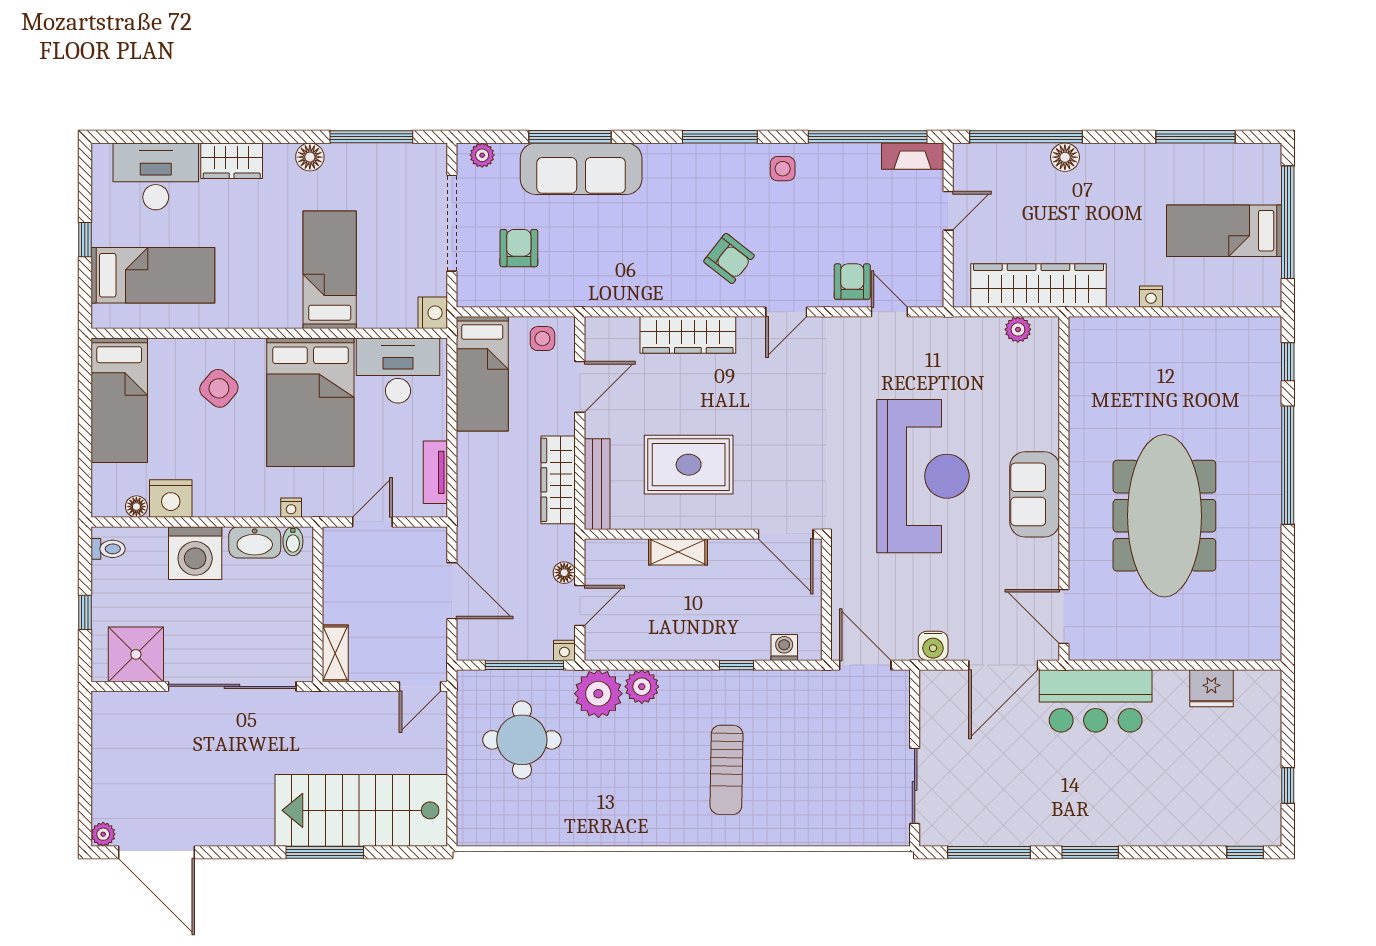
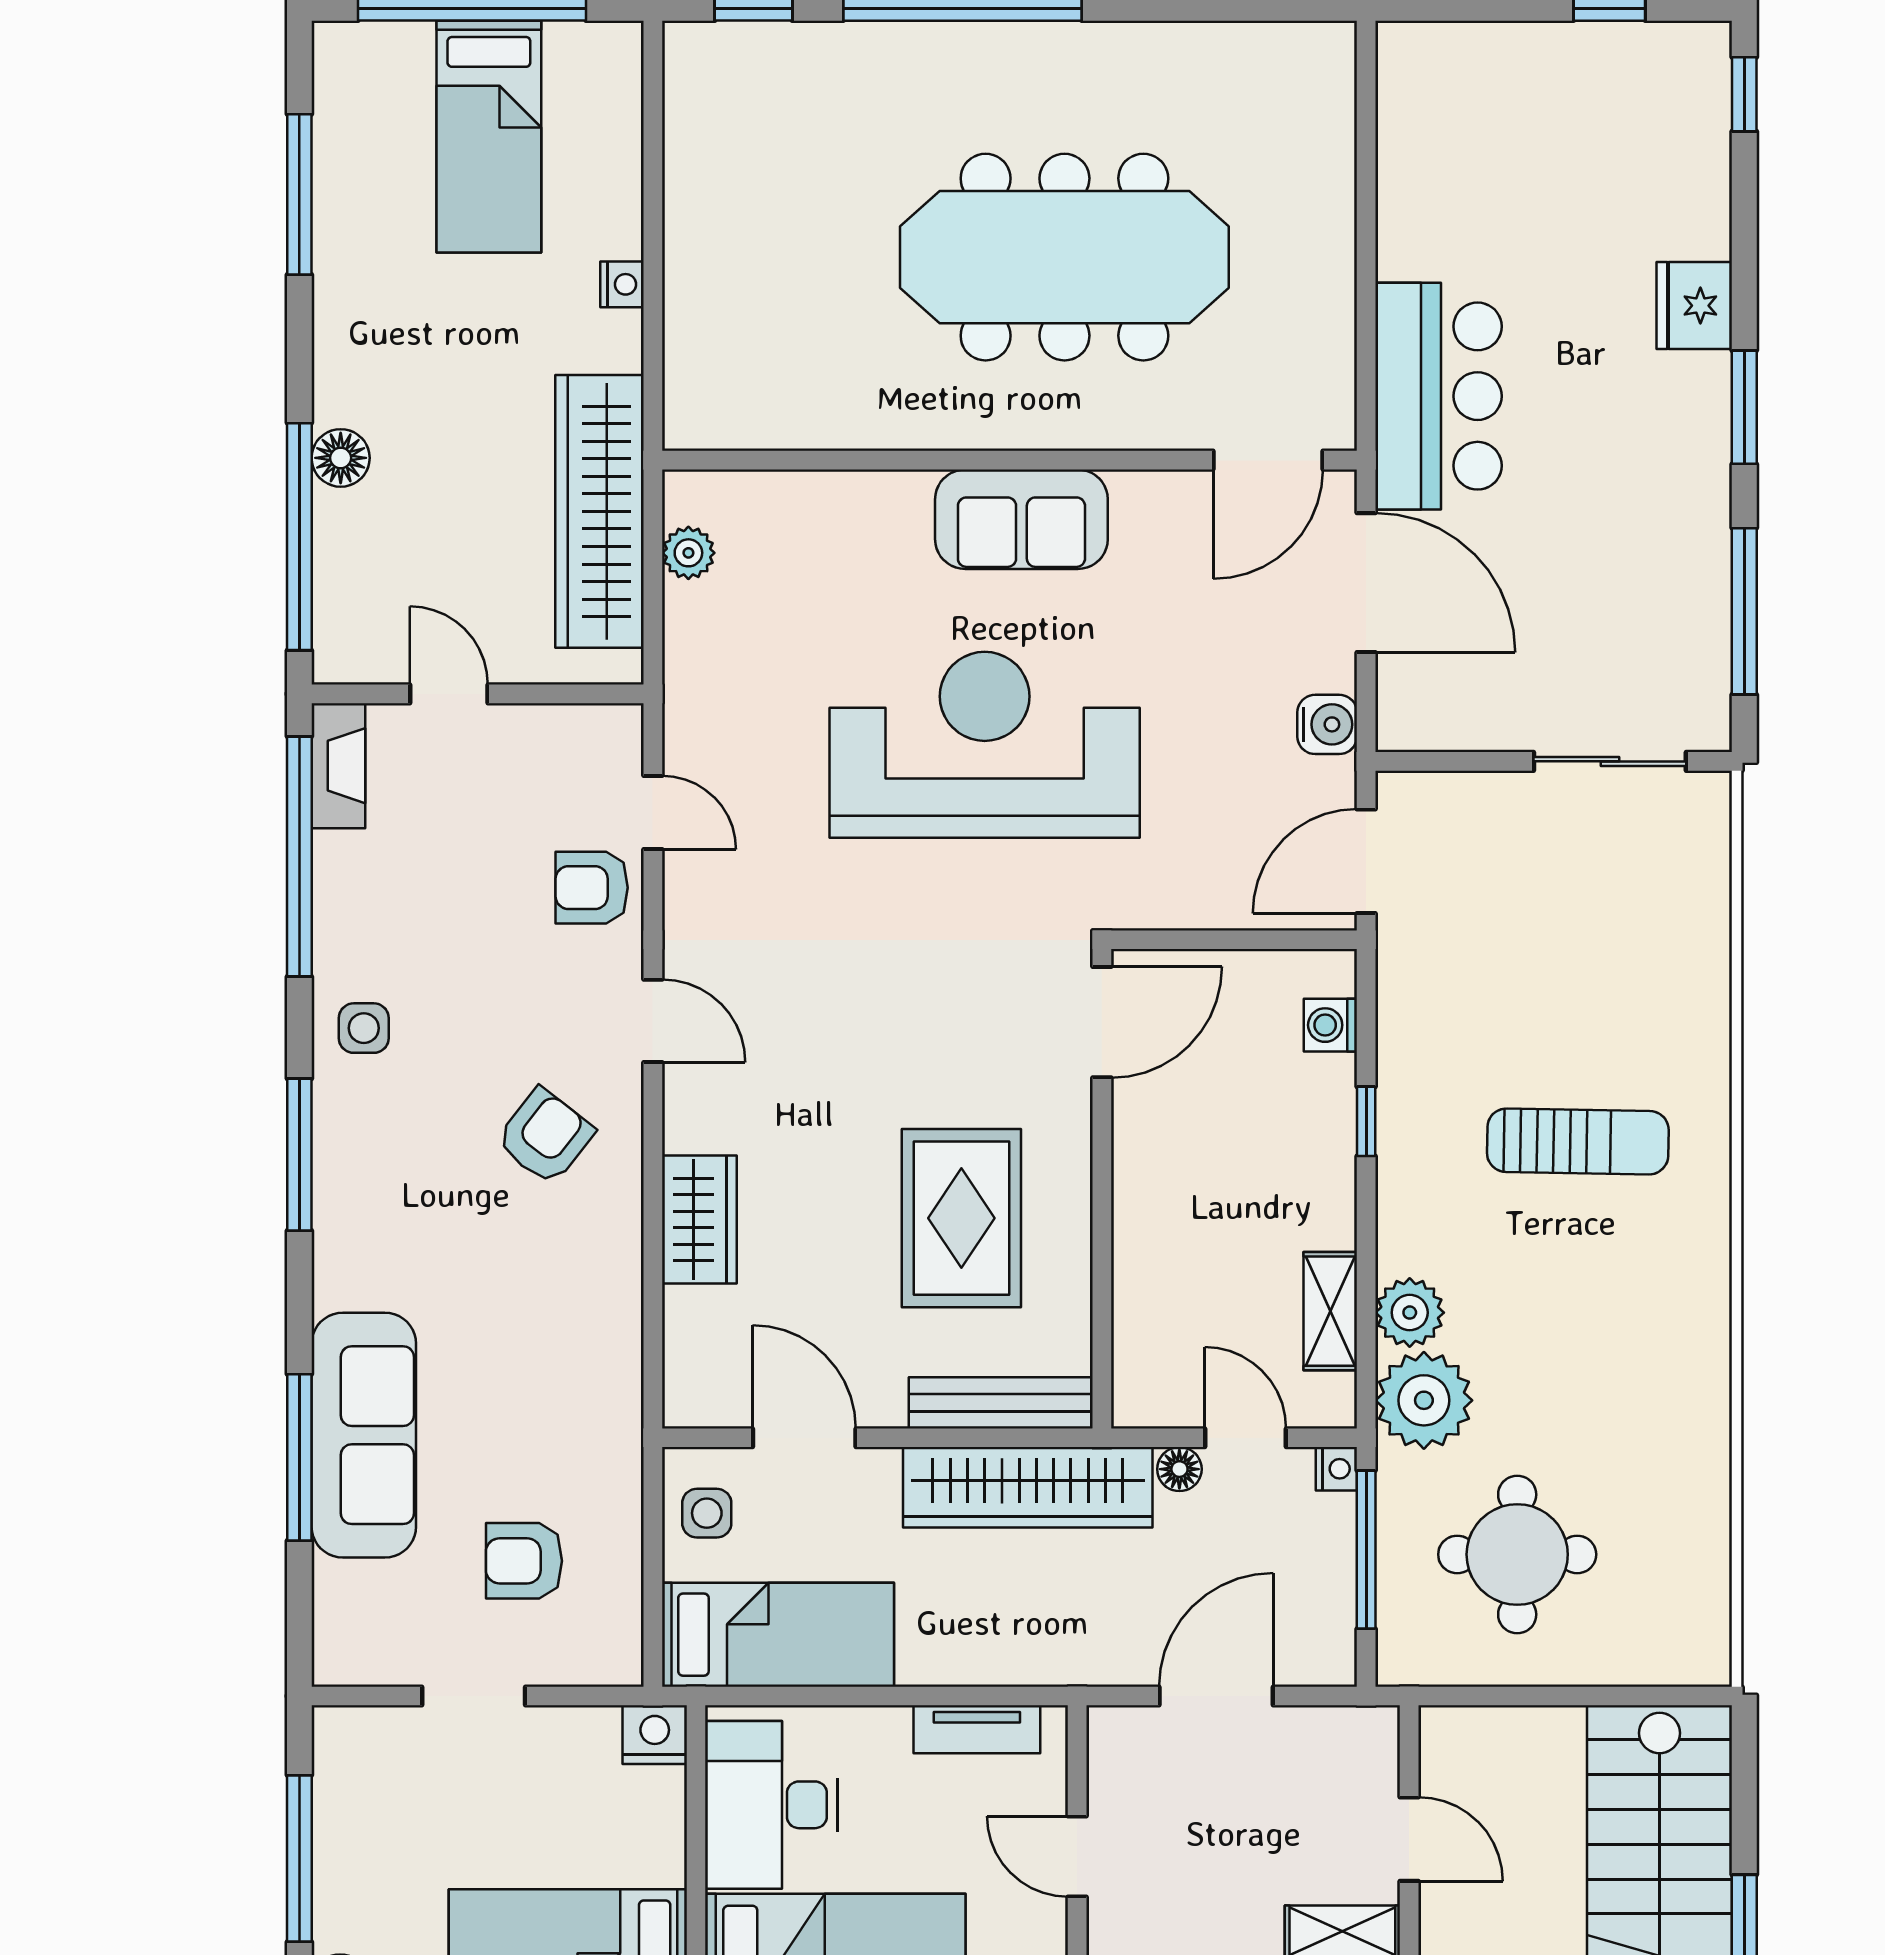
plant: (482, 155) -> (337, 1635), removed
doorway: (452, 223) -> (474, 1696), width x0.53
door: (889, 312) -> (653, 813), swing flipped
wardrobe: (688, 335) -> (699, 1219), width x0.67
wardrobe: (558, 480) -> (1028, 1487), width x1.40, depth x1.17
shelving: (678, 552) -> (1330, 1311), moved
door: (420, 686) -> (1409, 1839), moved
fridge: (1211, 688) -> (1694, 306), moved, turned 180

